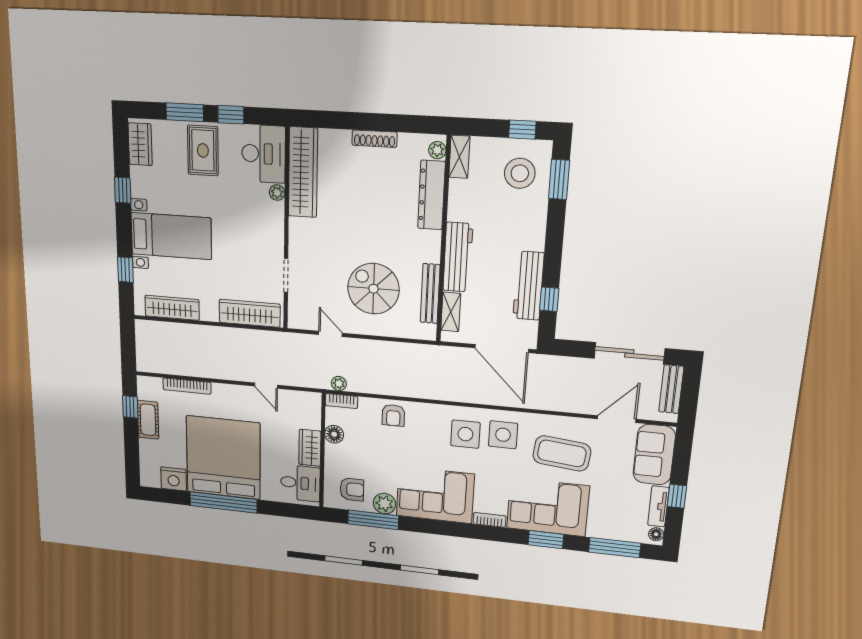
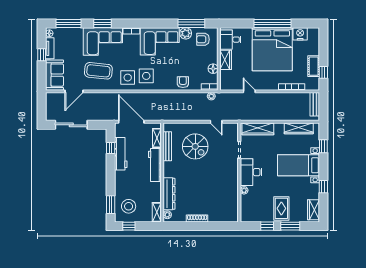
desk: (263, 154) -> (251, 172), moved
wardrobe: (303, 172) -> (231, 201), removed
bench: (671, 389) -> (315, 104), moved

